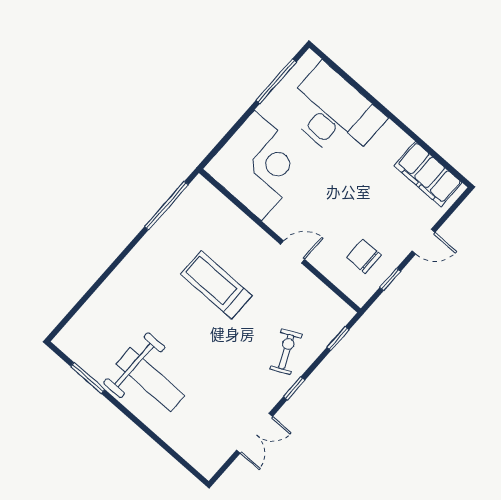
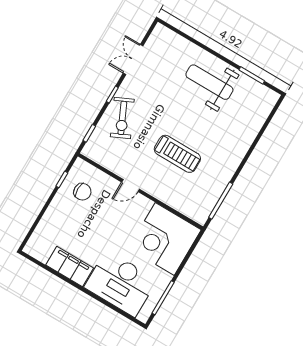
filing cabinet: (428, 174) -> (70, 266), moved
door: (423, 242) -> (44, 209), removed
exercise bike: (286, 352) -> (122, 118), width x1.38, depth x1.39

